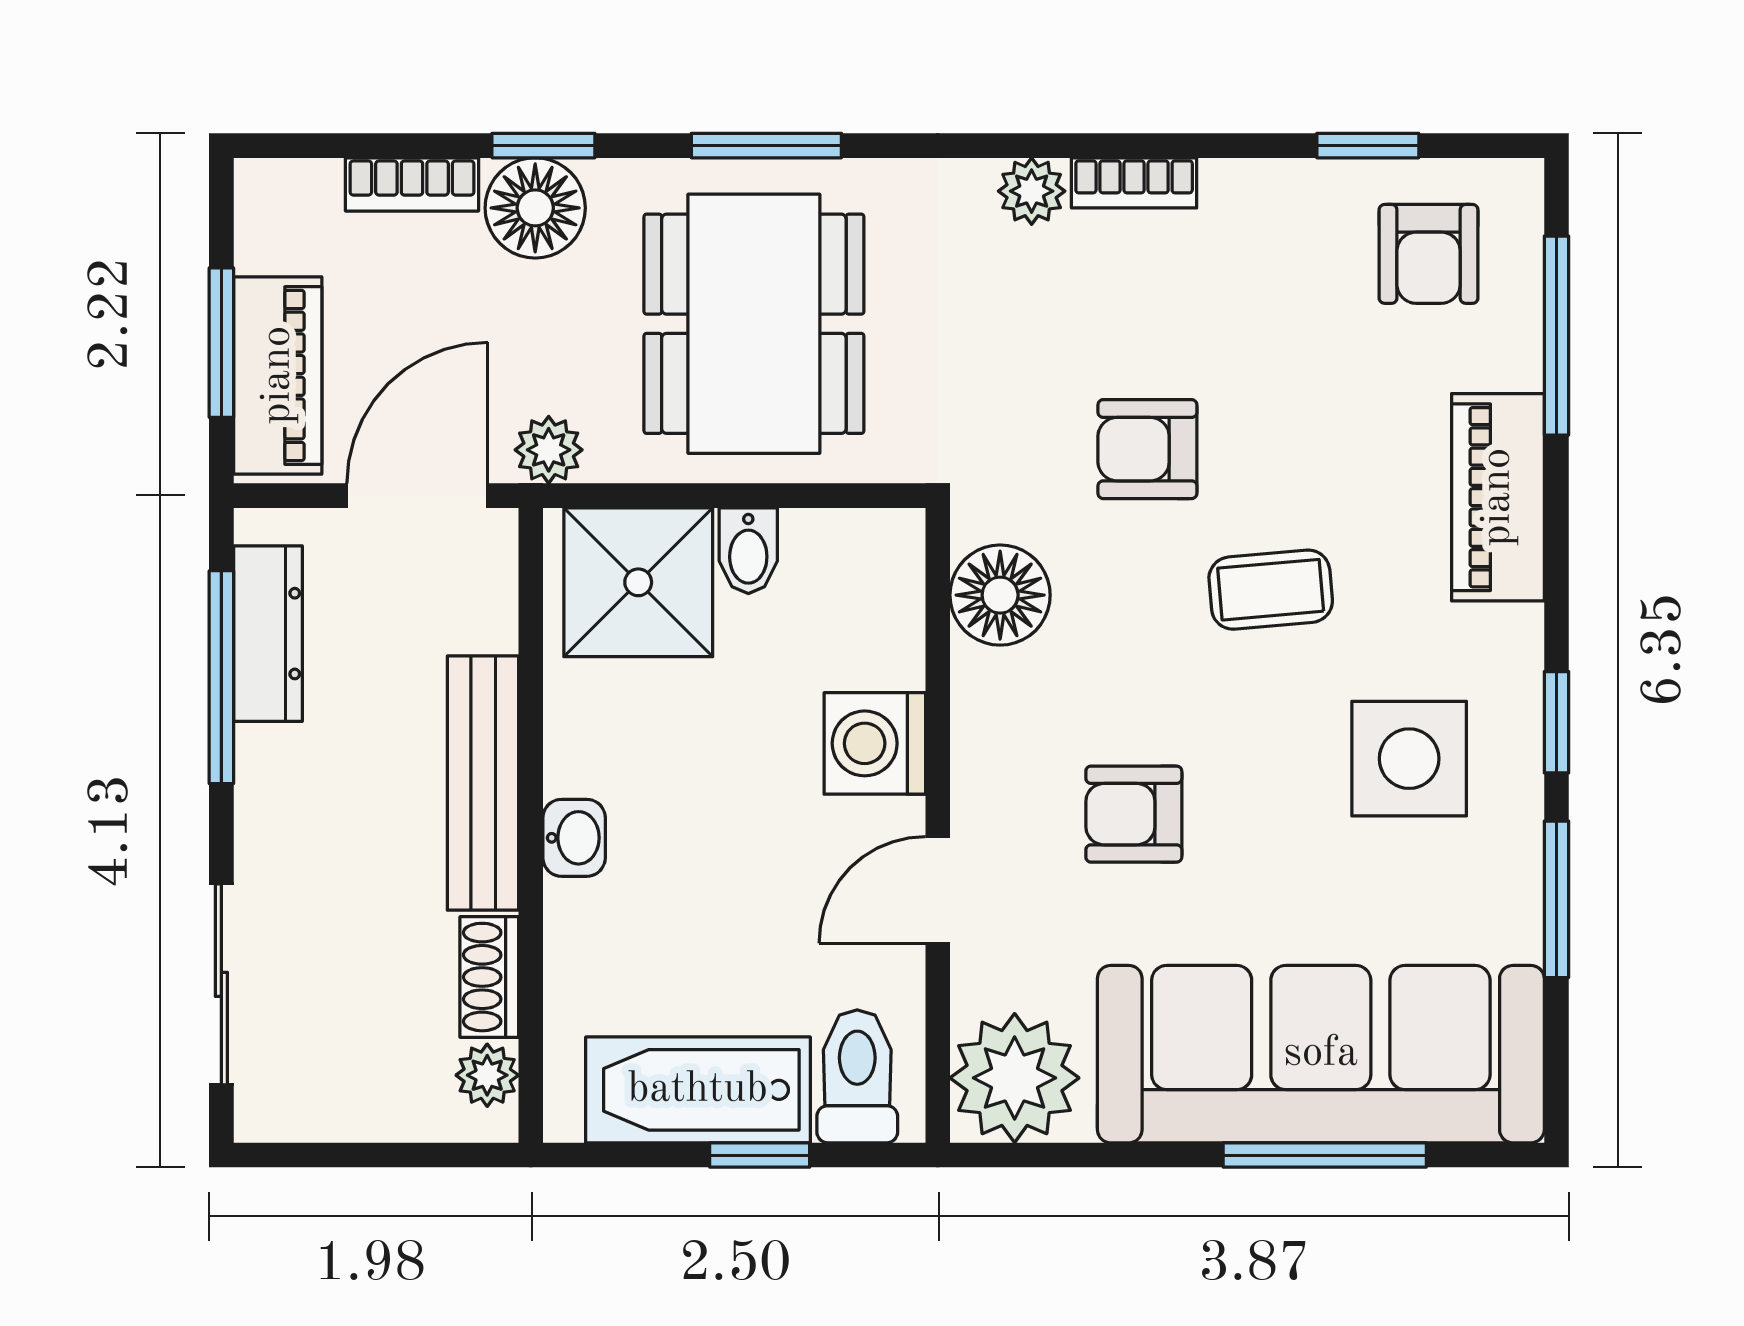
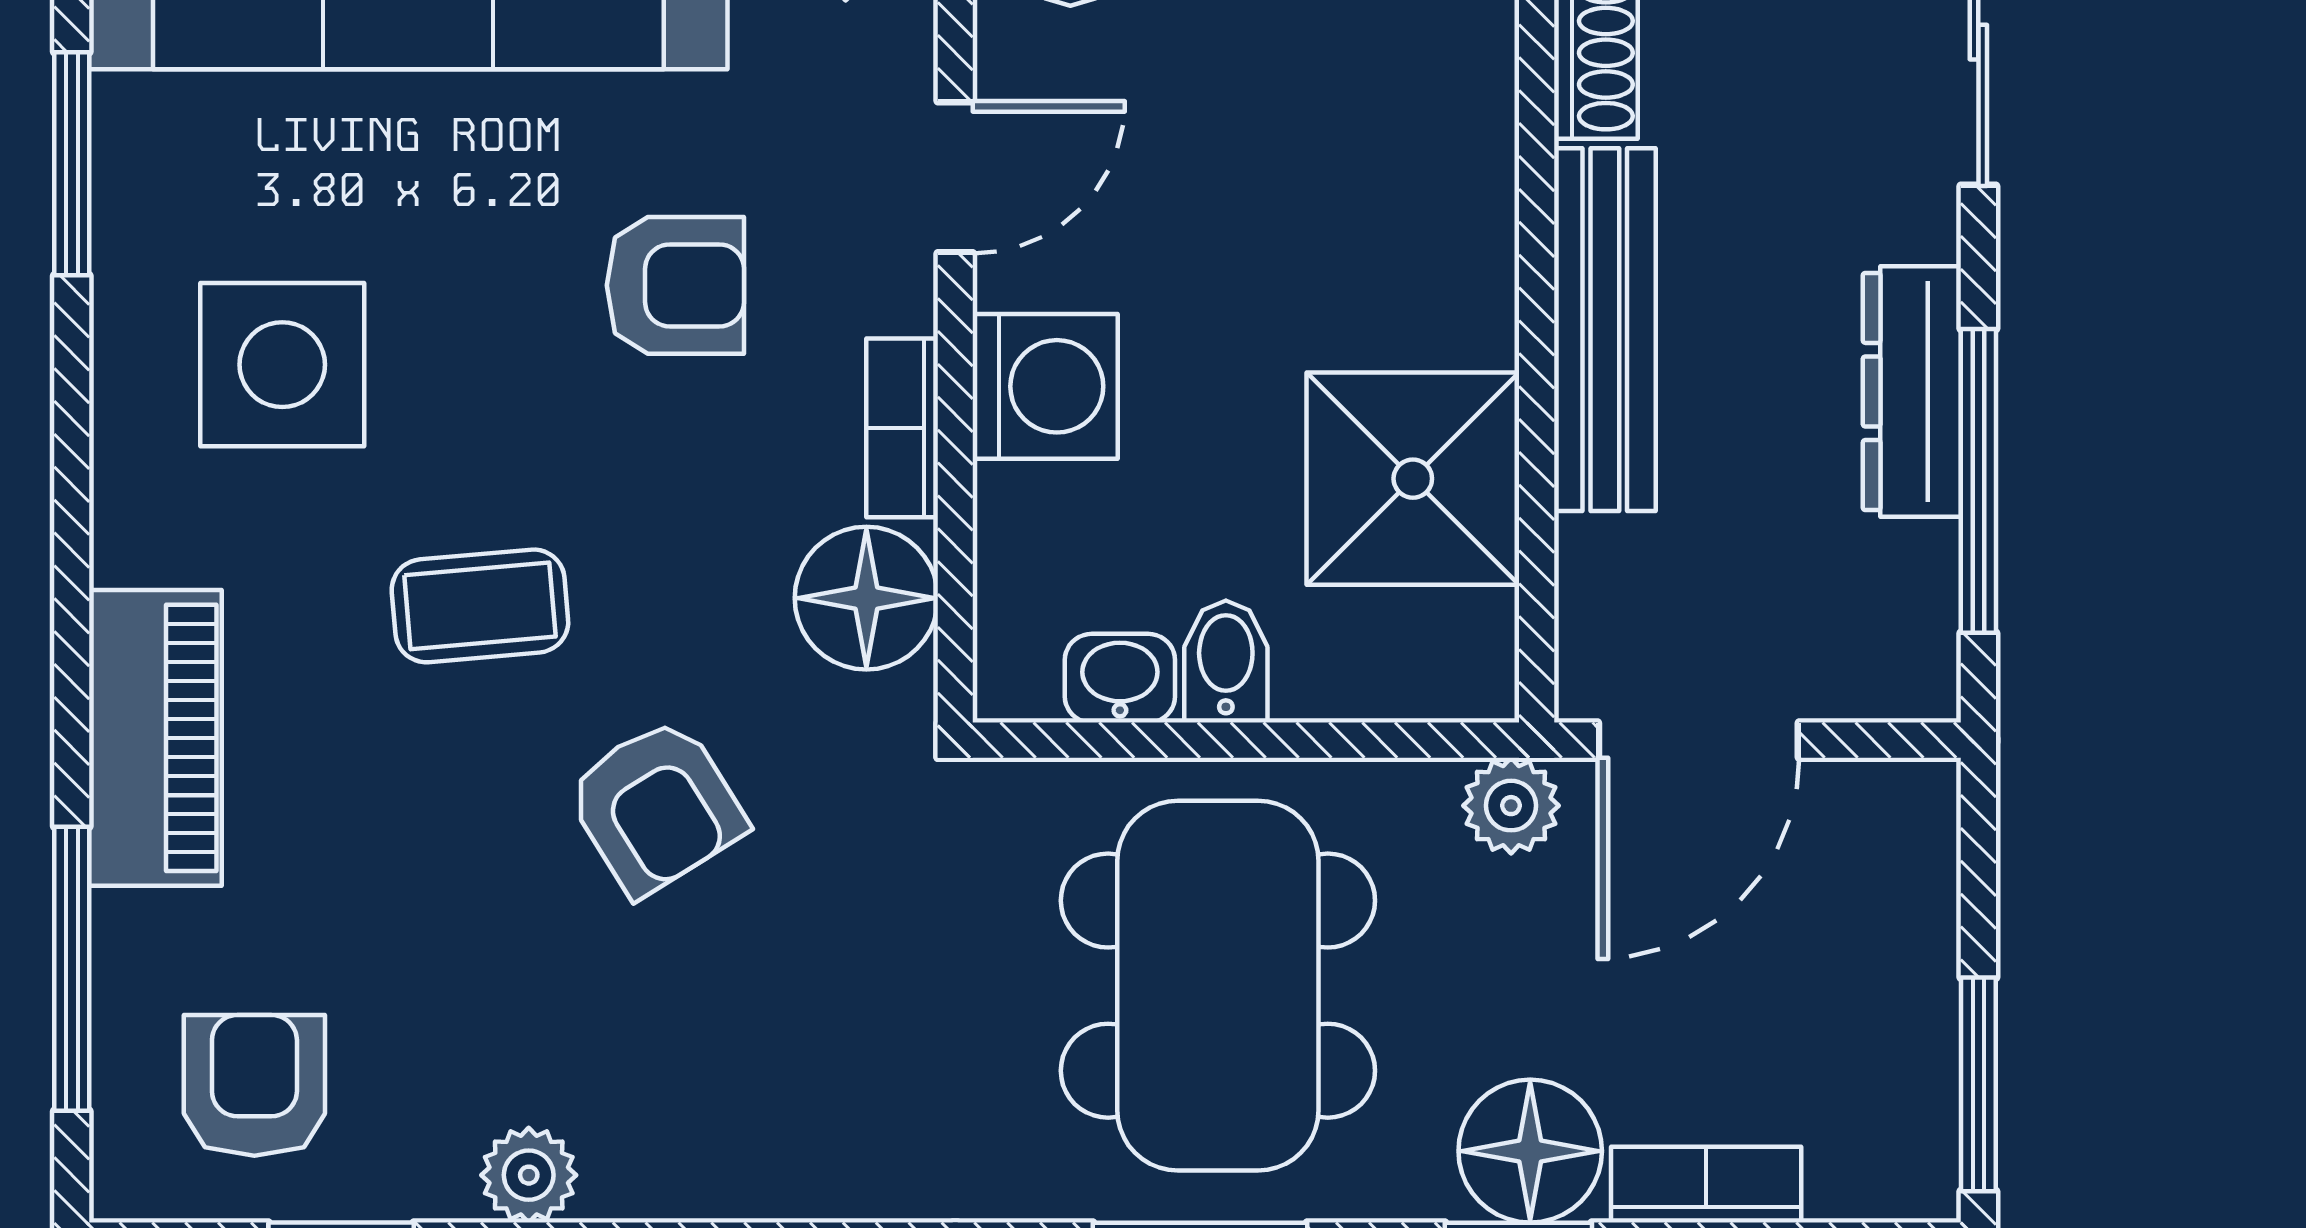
bookcase: (1134, 183) -> (902, 428), moved, turned -90
plant: (1032, 191) -> (529, 1175), moved
window: (221, 343) -> (1978, 1084), moved
piano: (278, 375) -> (1898, 912), removed
armchair: (1147, 449) -> (656, 807), turned 58
shower: (638, 582) -> (1413, 479), moved
dresser: (268, 634) -> (1912, 391), moved
window: (1556, 722) -> (72, 417), removed
washbasin: (574, 838) -> (1120, 678), moved, turned 90

